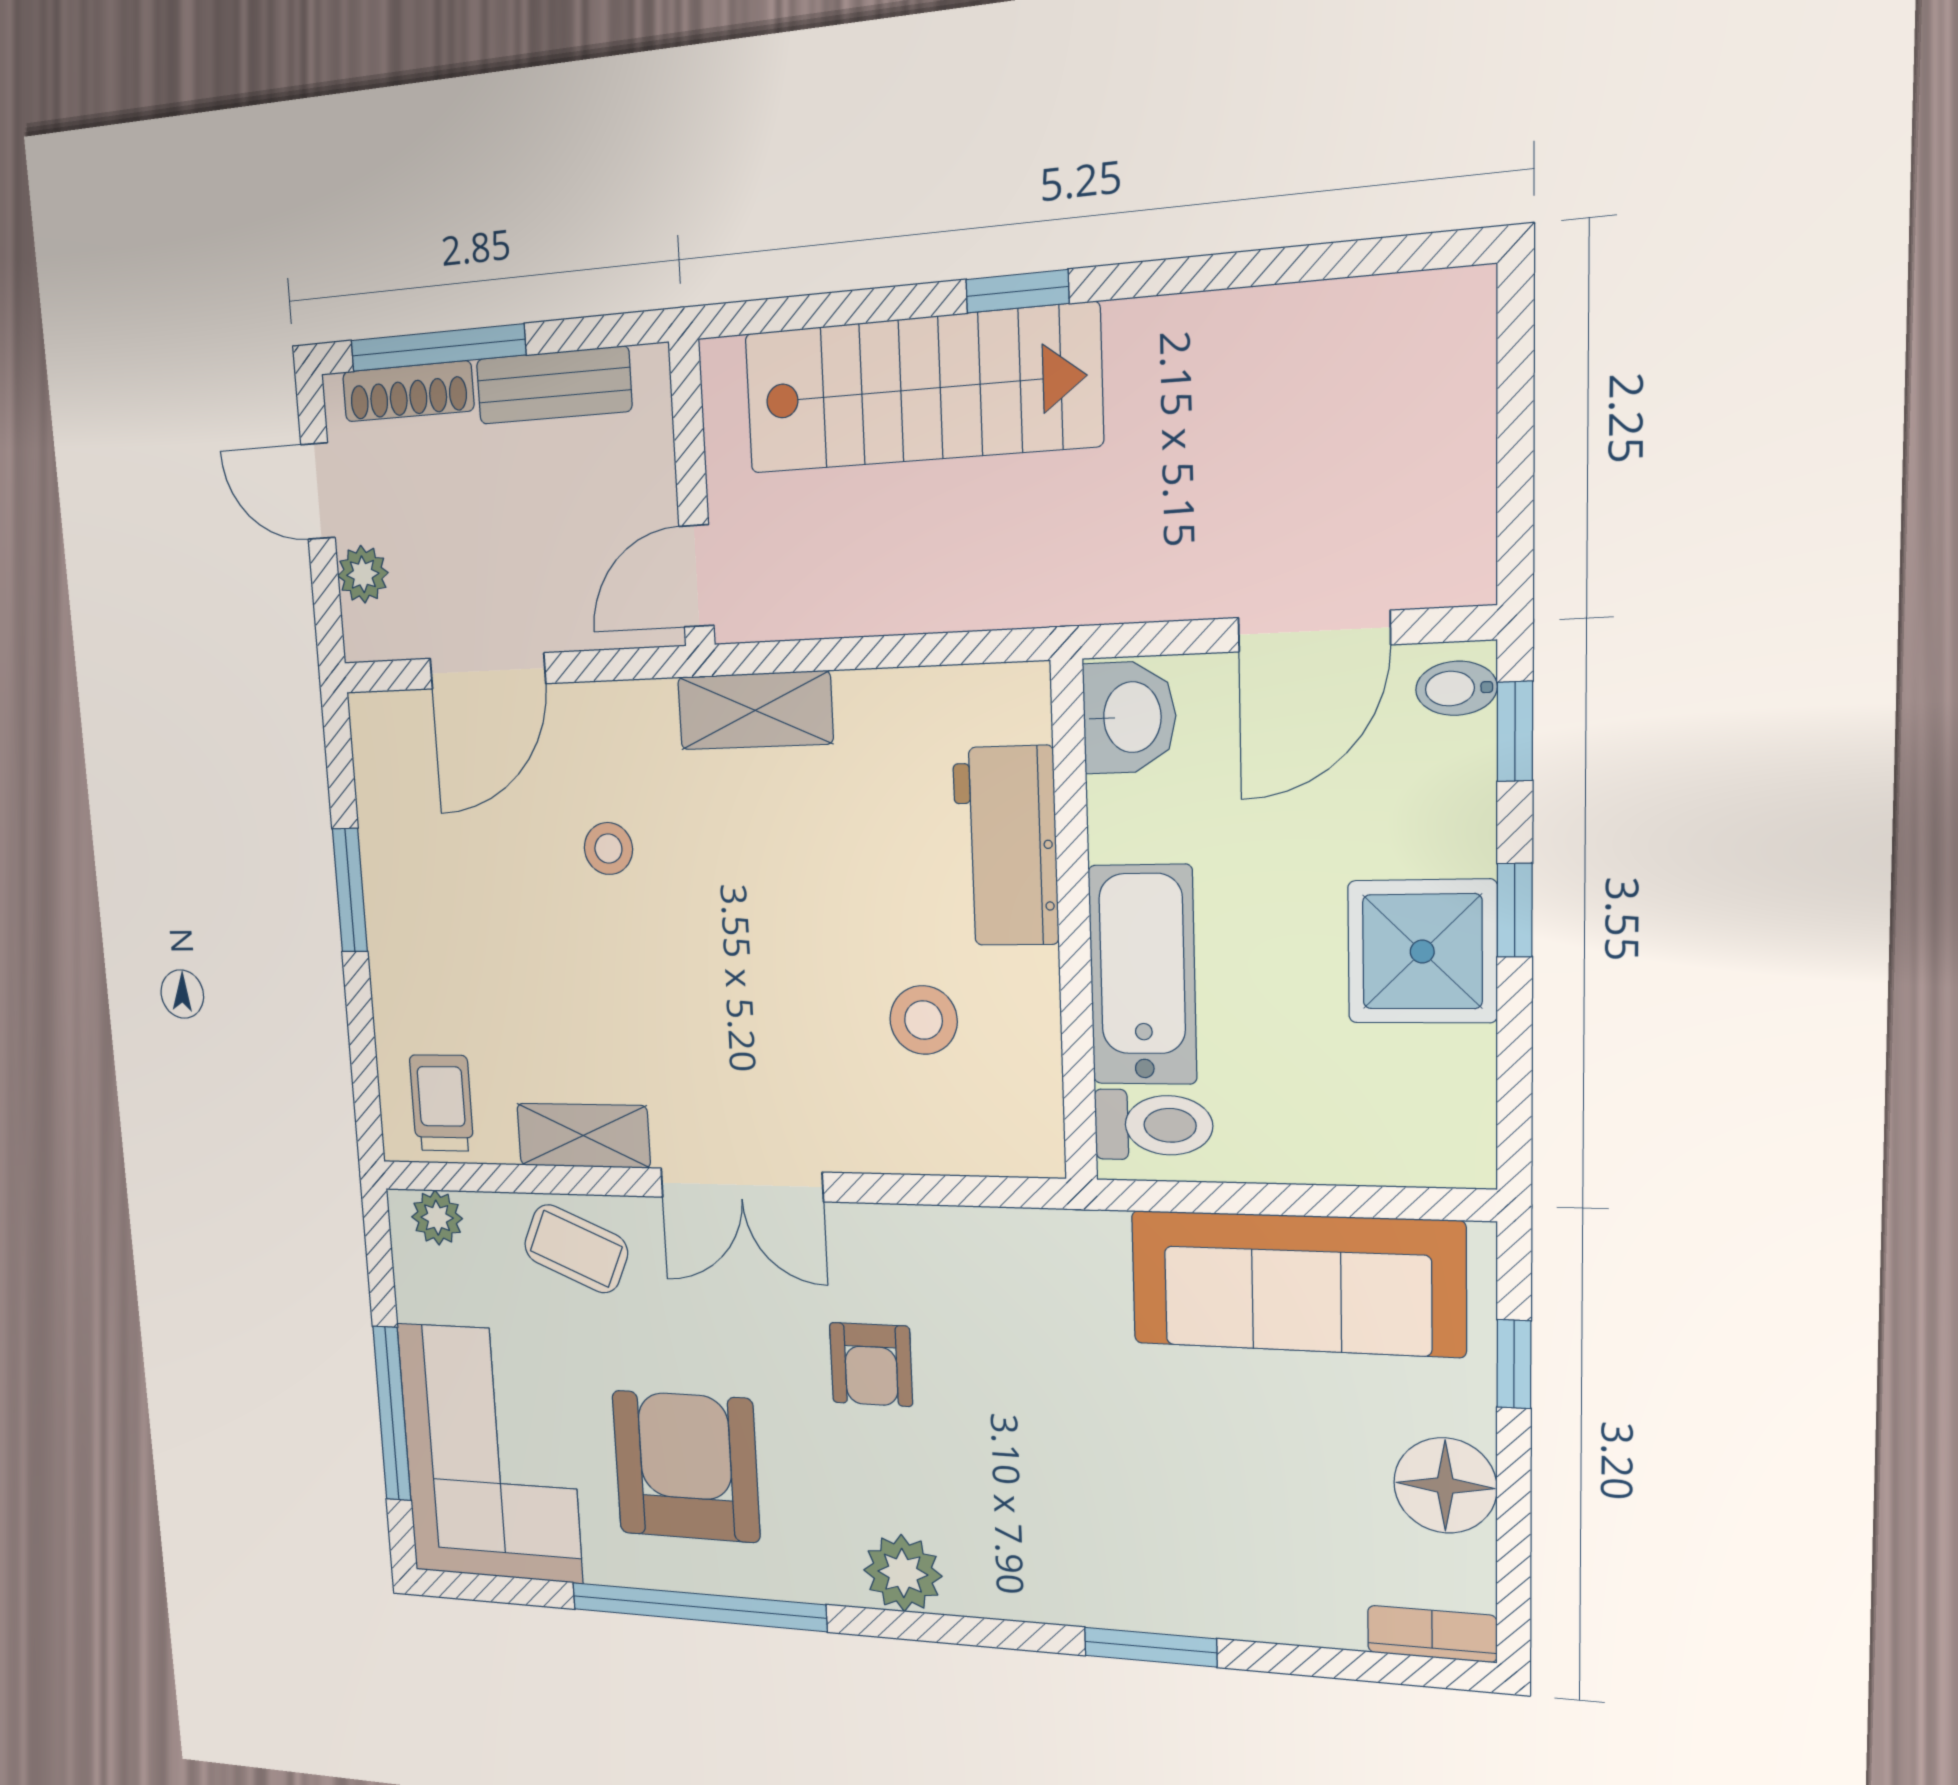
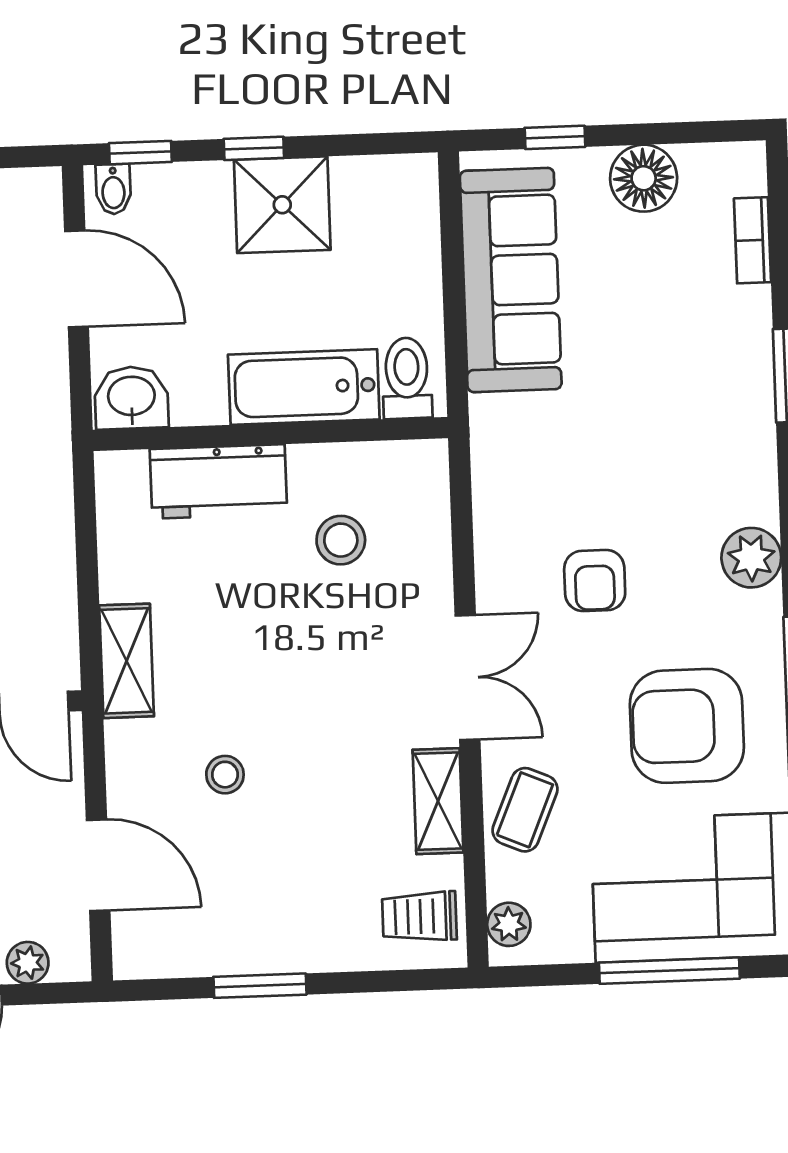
armchair: (871, 1364) -> (595, 581), turned 90
bookcase: (1432, 1634) -> (753, 240), moved

